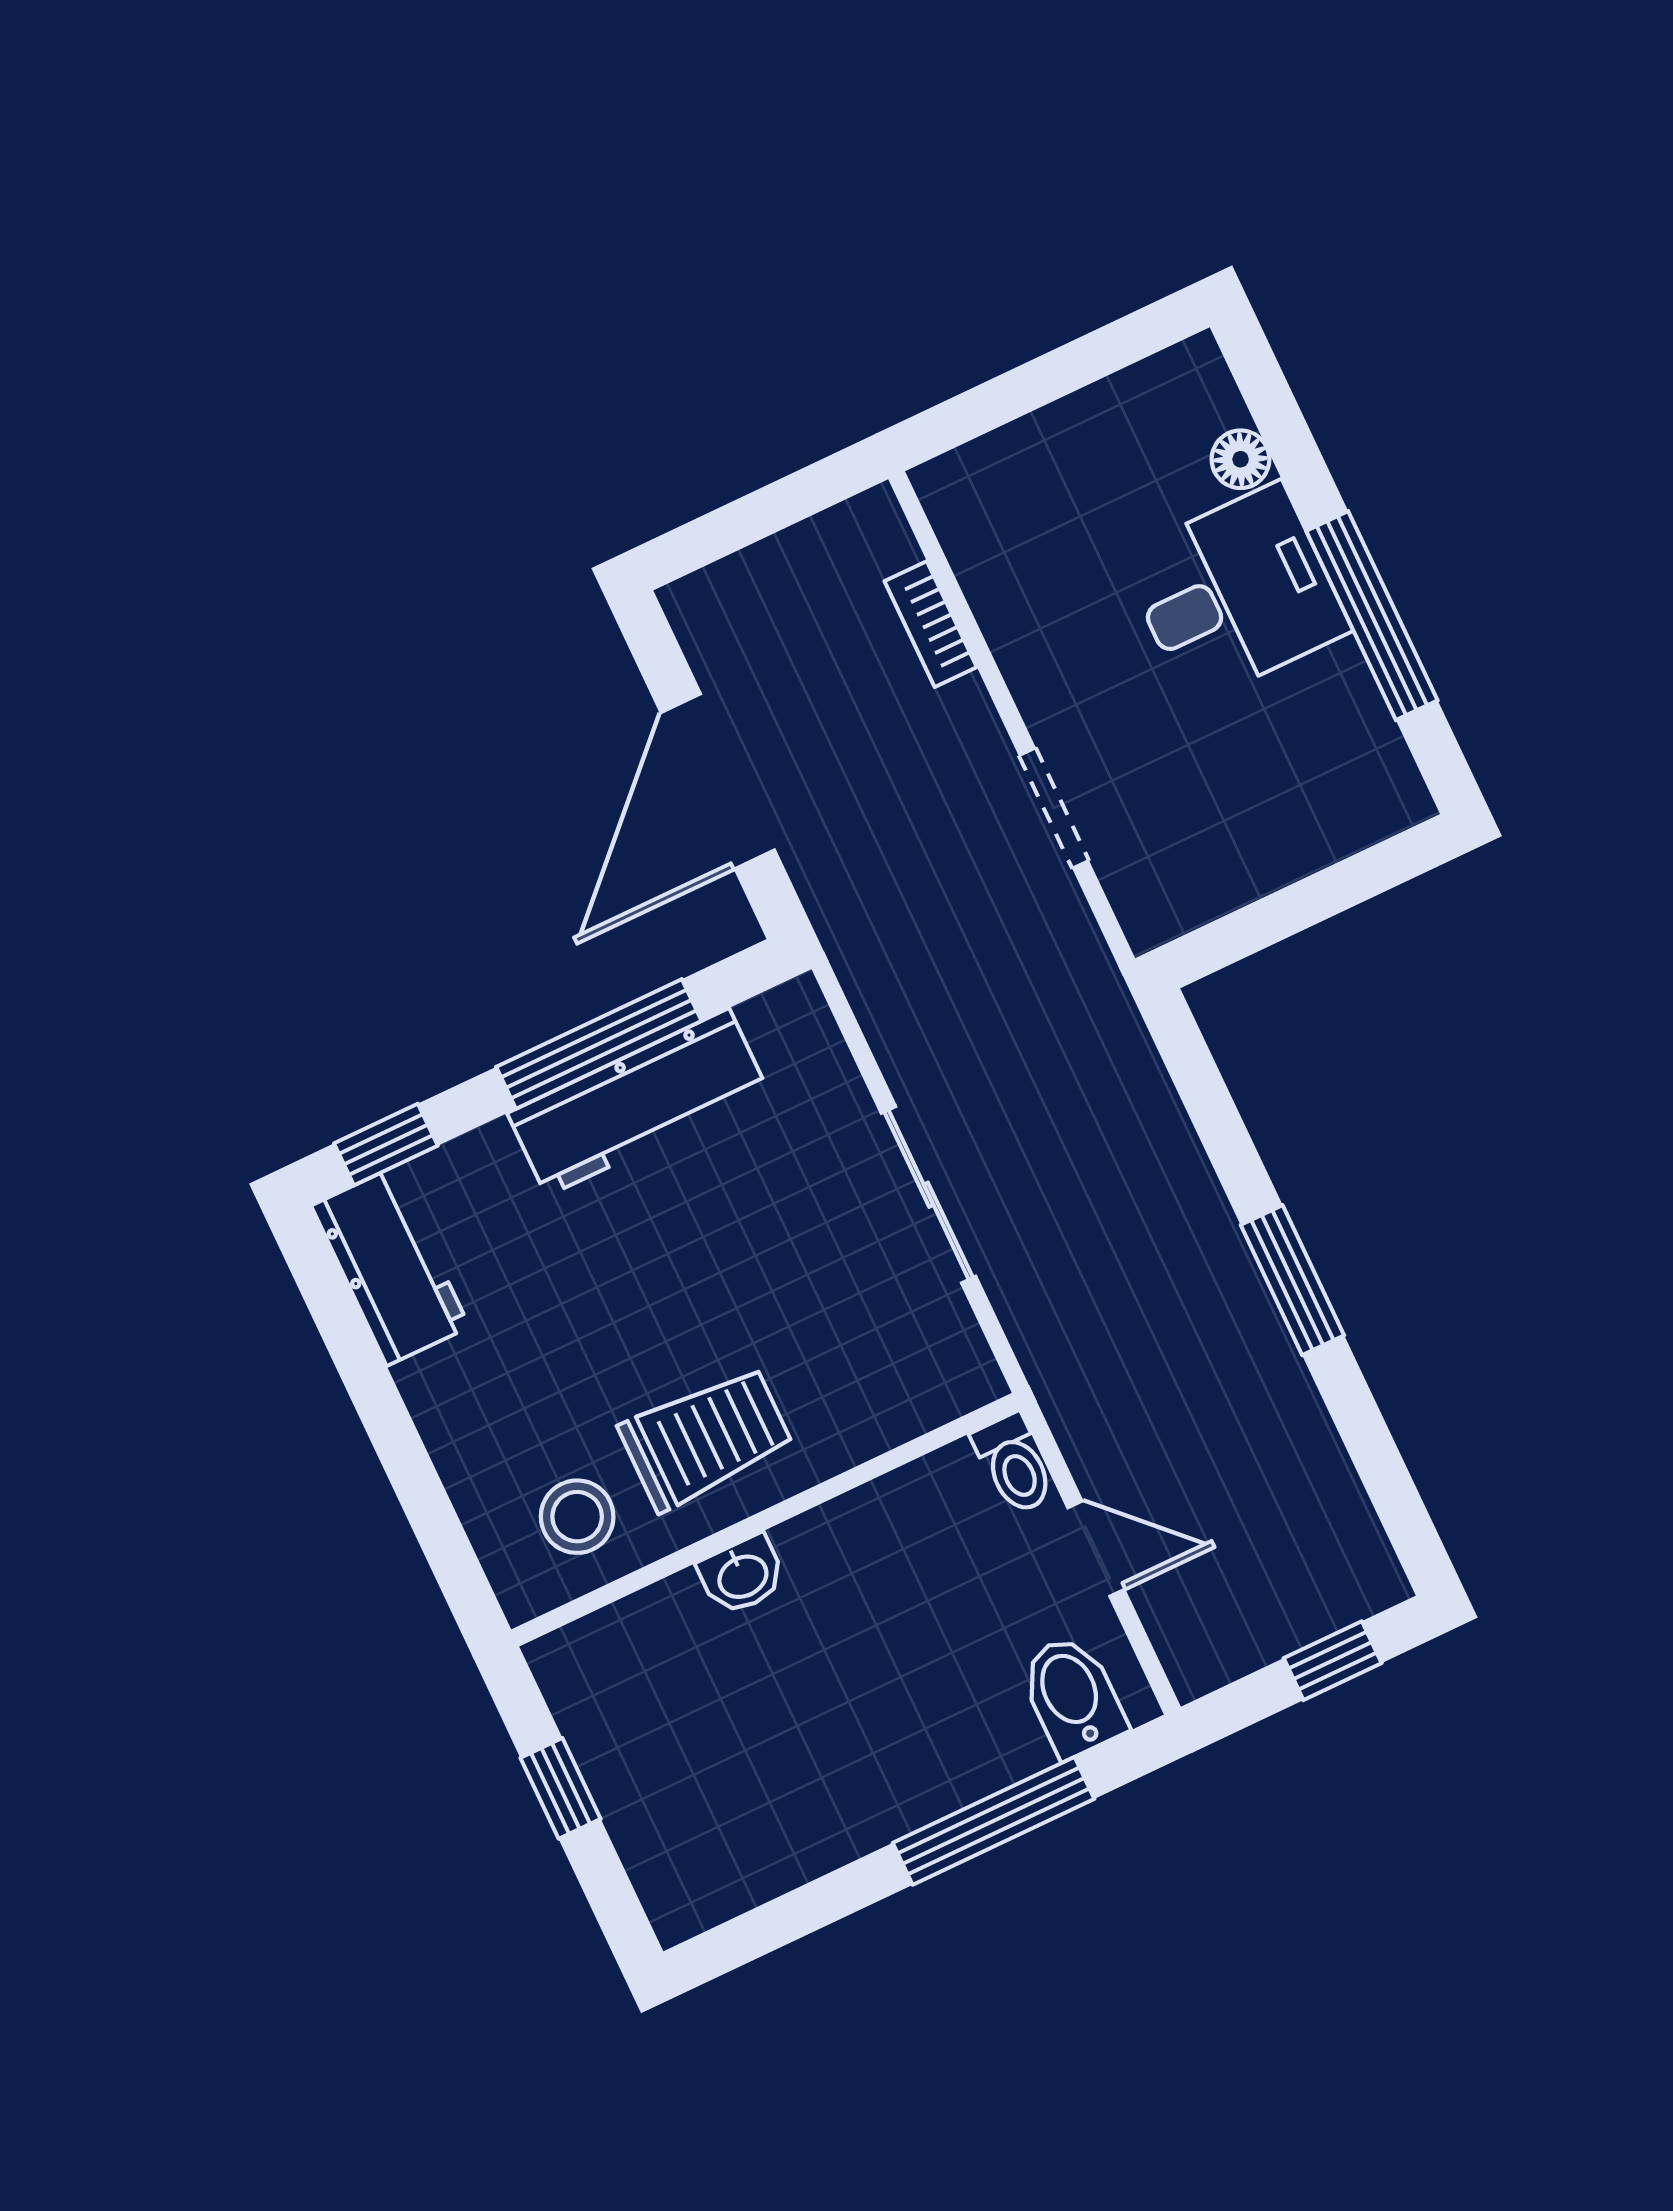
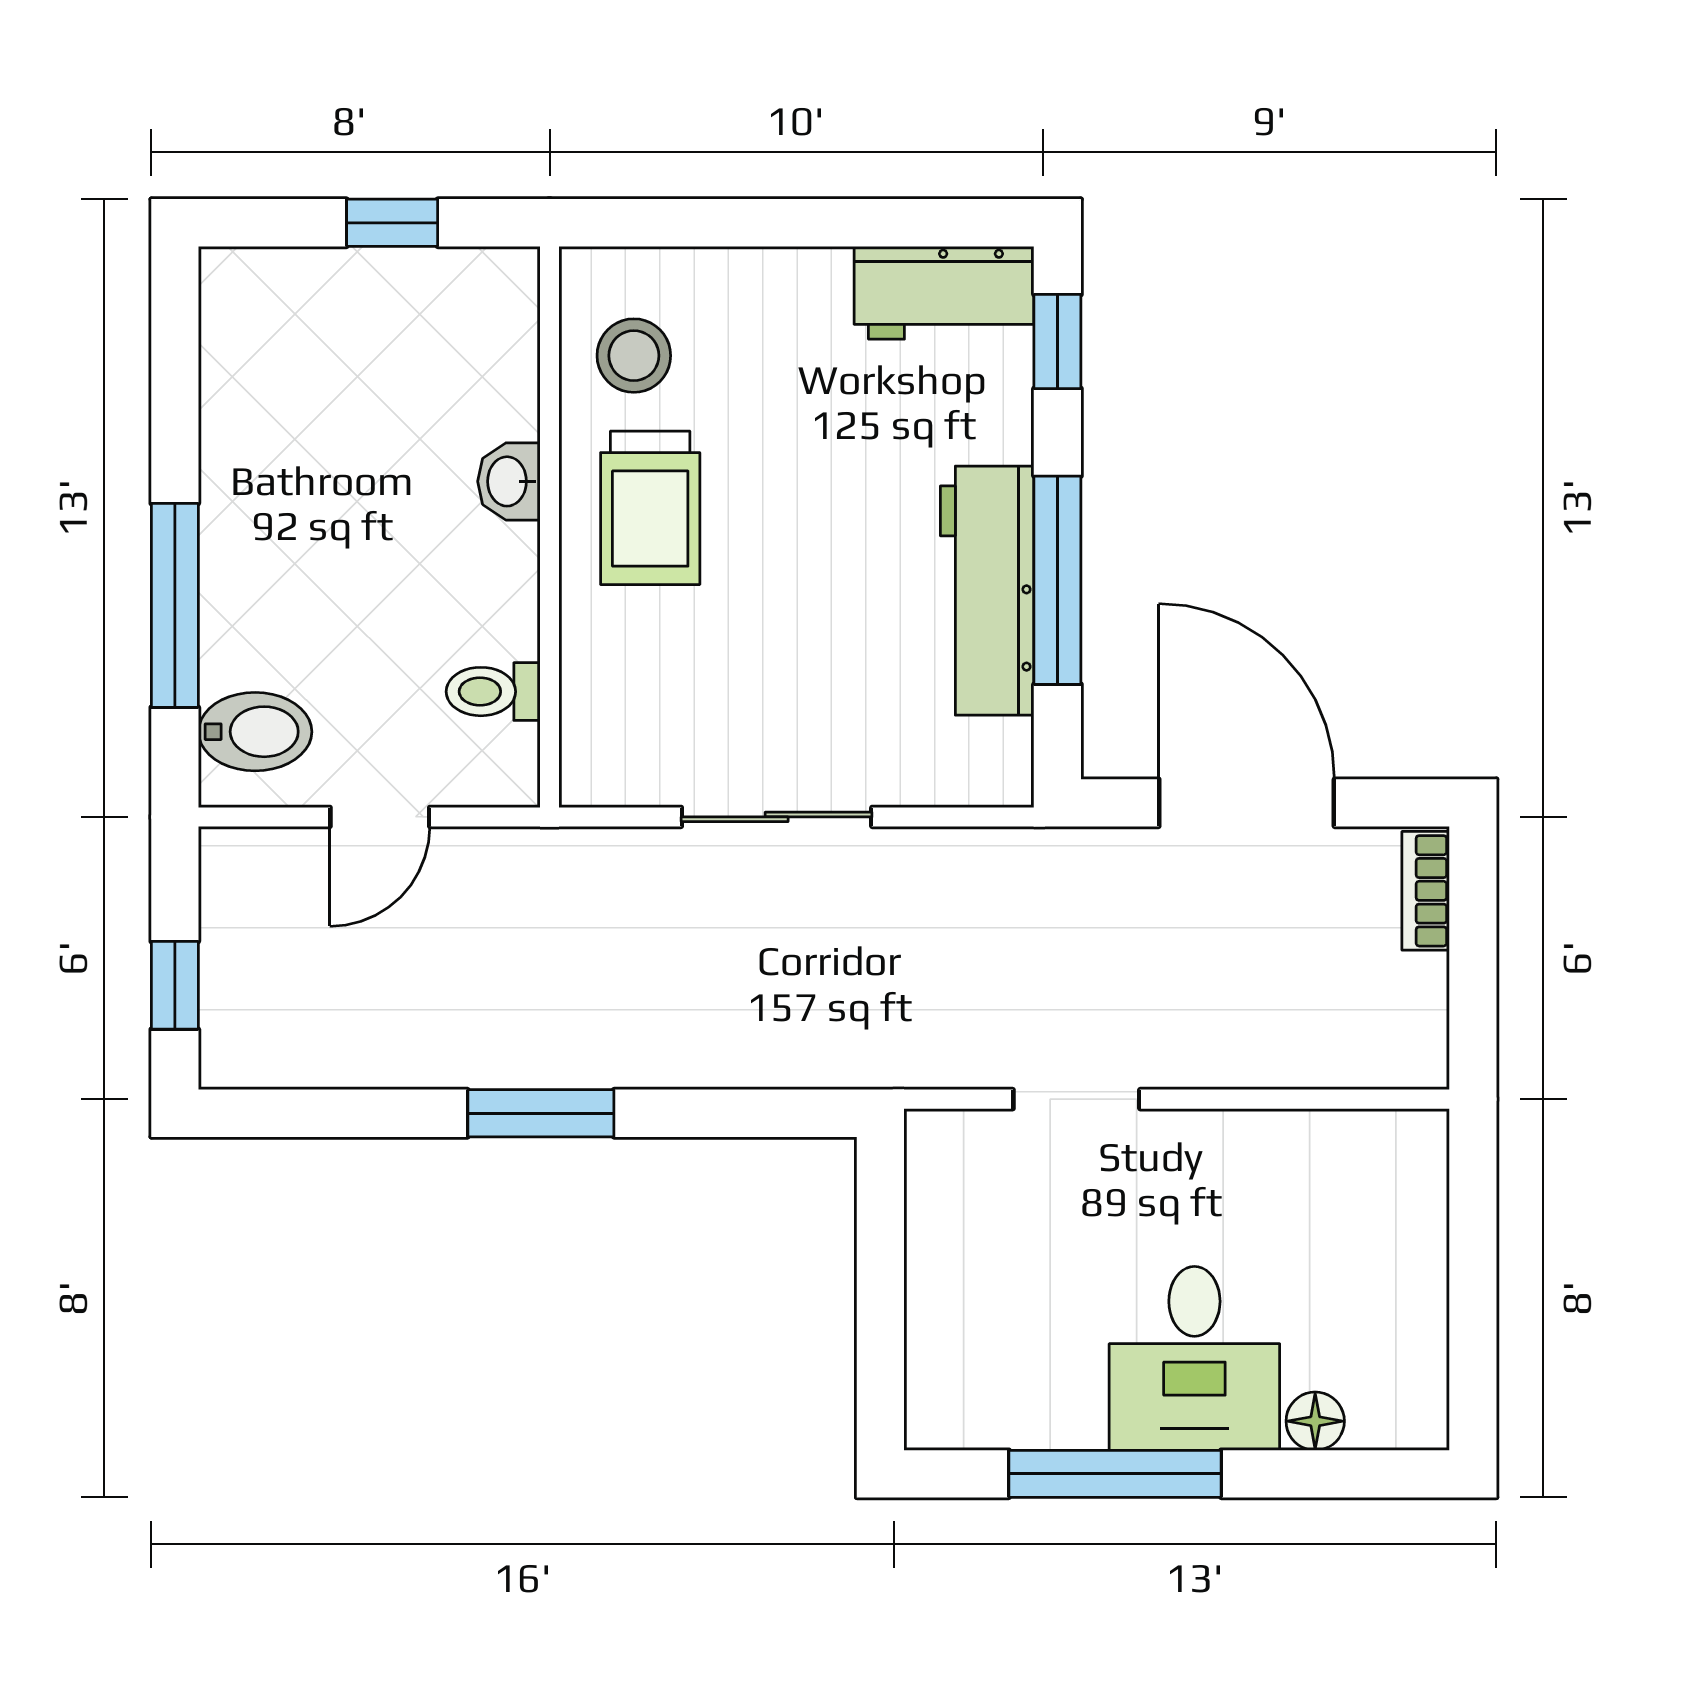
bookcase: (931, 624) -> (1426, 891), moved, turned -90
toilet: (1014, 1464) -> (493, 692), moved

